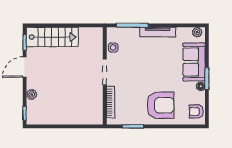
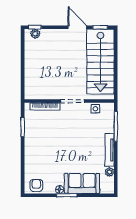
plant: (197, 32) -> (109, 172), moved
stairs: (52, 37) -> (100, 62), width x1.36, depth x1.51
plant: (32, 94) -> (35, 34), moved
armchair: (161, 105) -> (42, 153), removed

